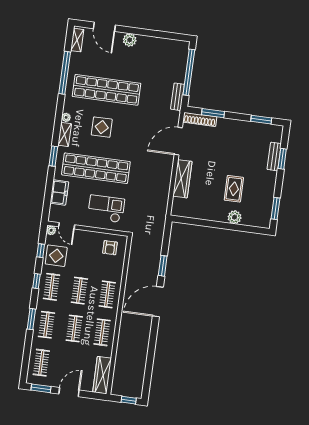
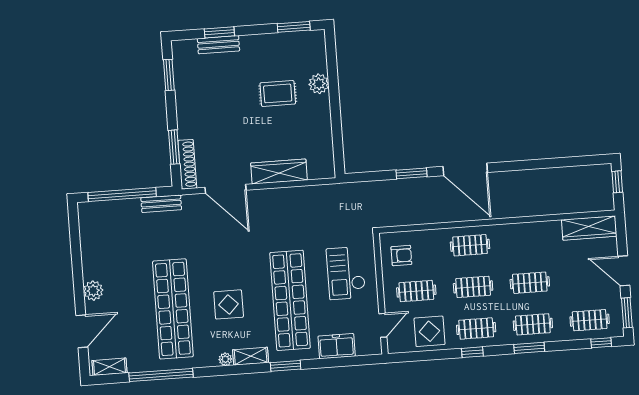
plant: (51, 230) -> (394, 346), removed
window: (41, 251) -> (601, 343), moved
clothes rail: (102, 332) -> (416, 291), moved

